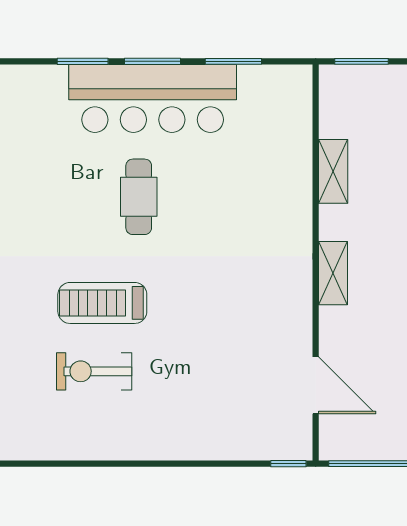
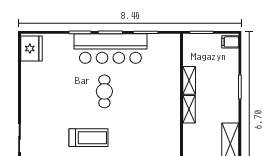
shelving: (333, 273) -> (189, 109), moved
treadmill: (102, 303) -> (89, 138), turned 180

